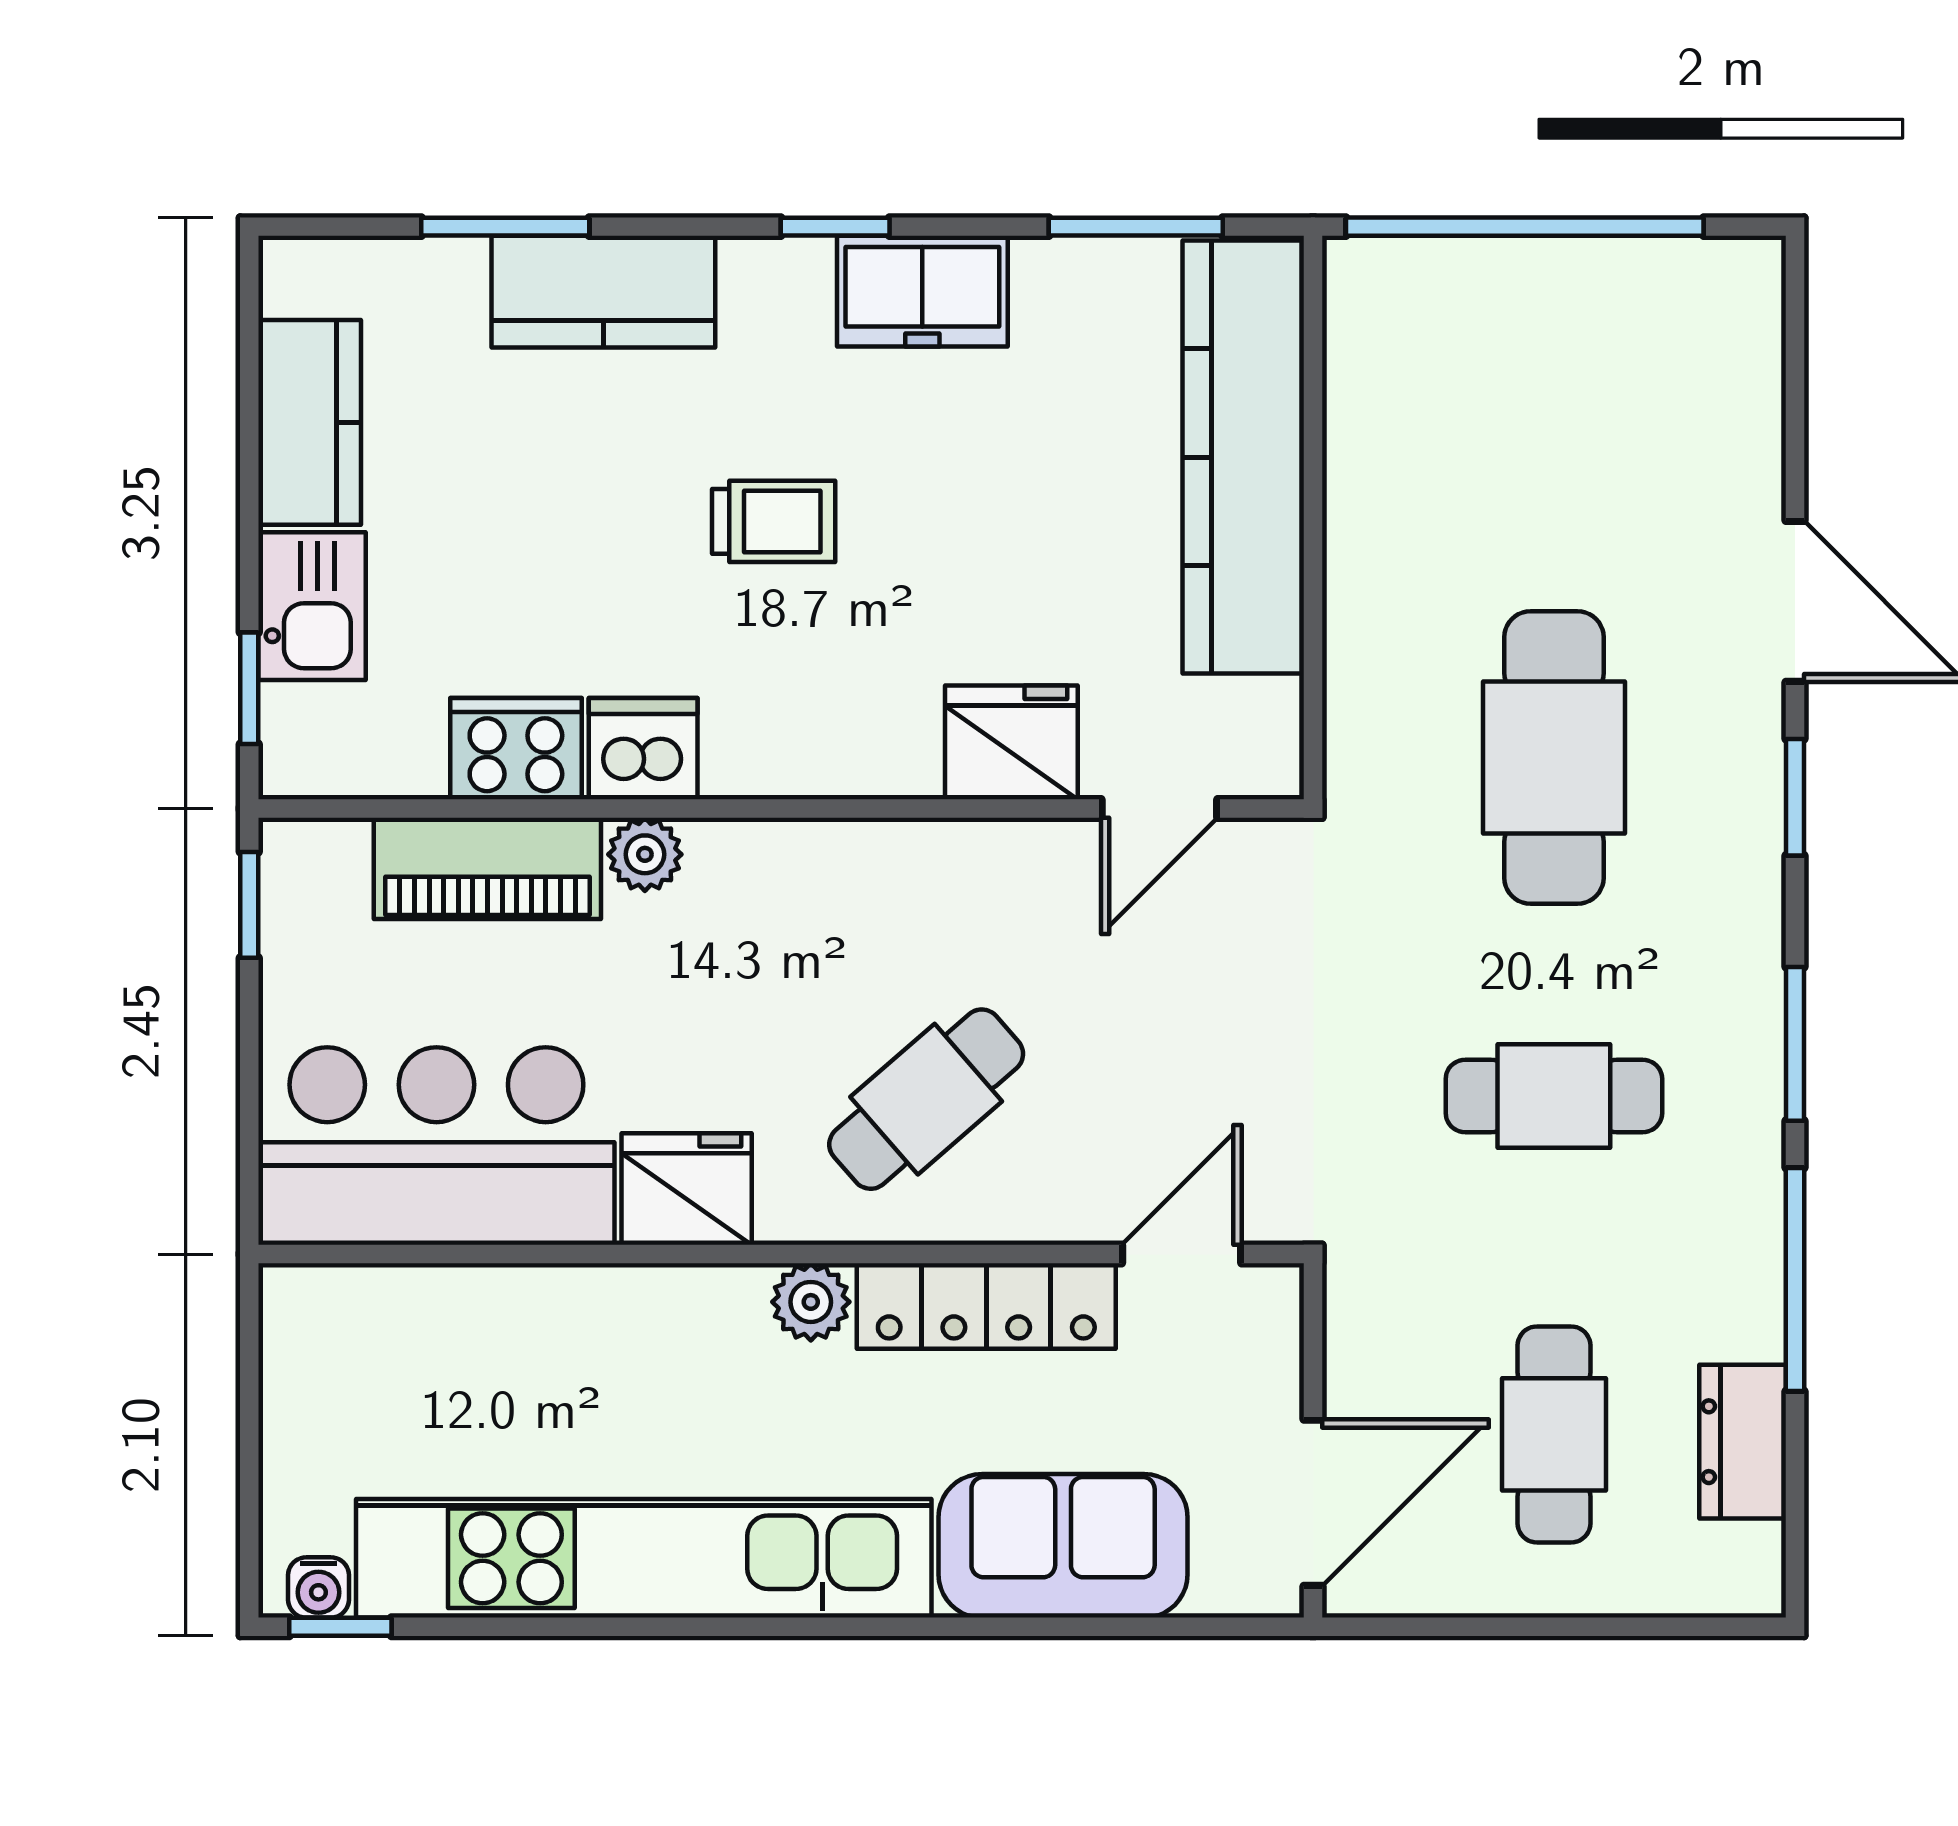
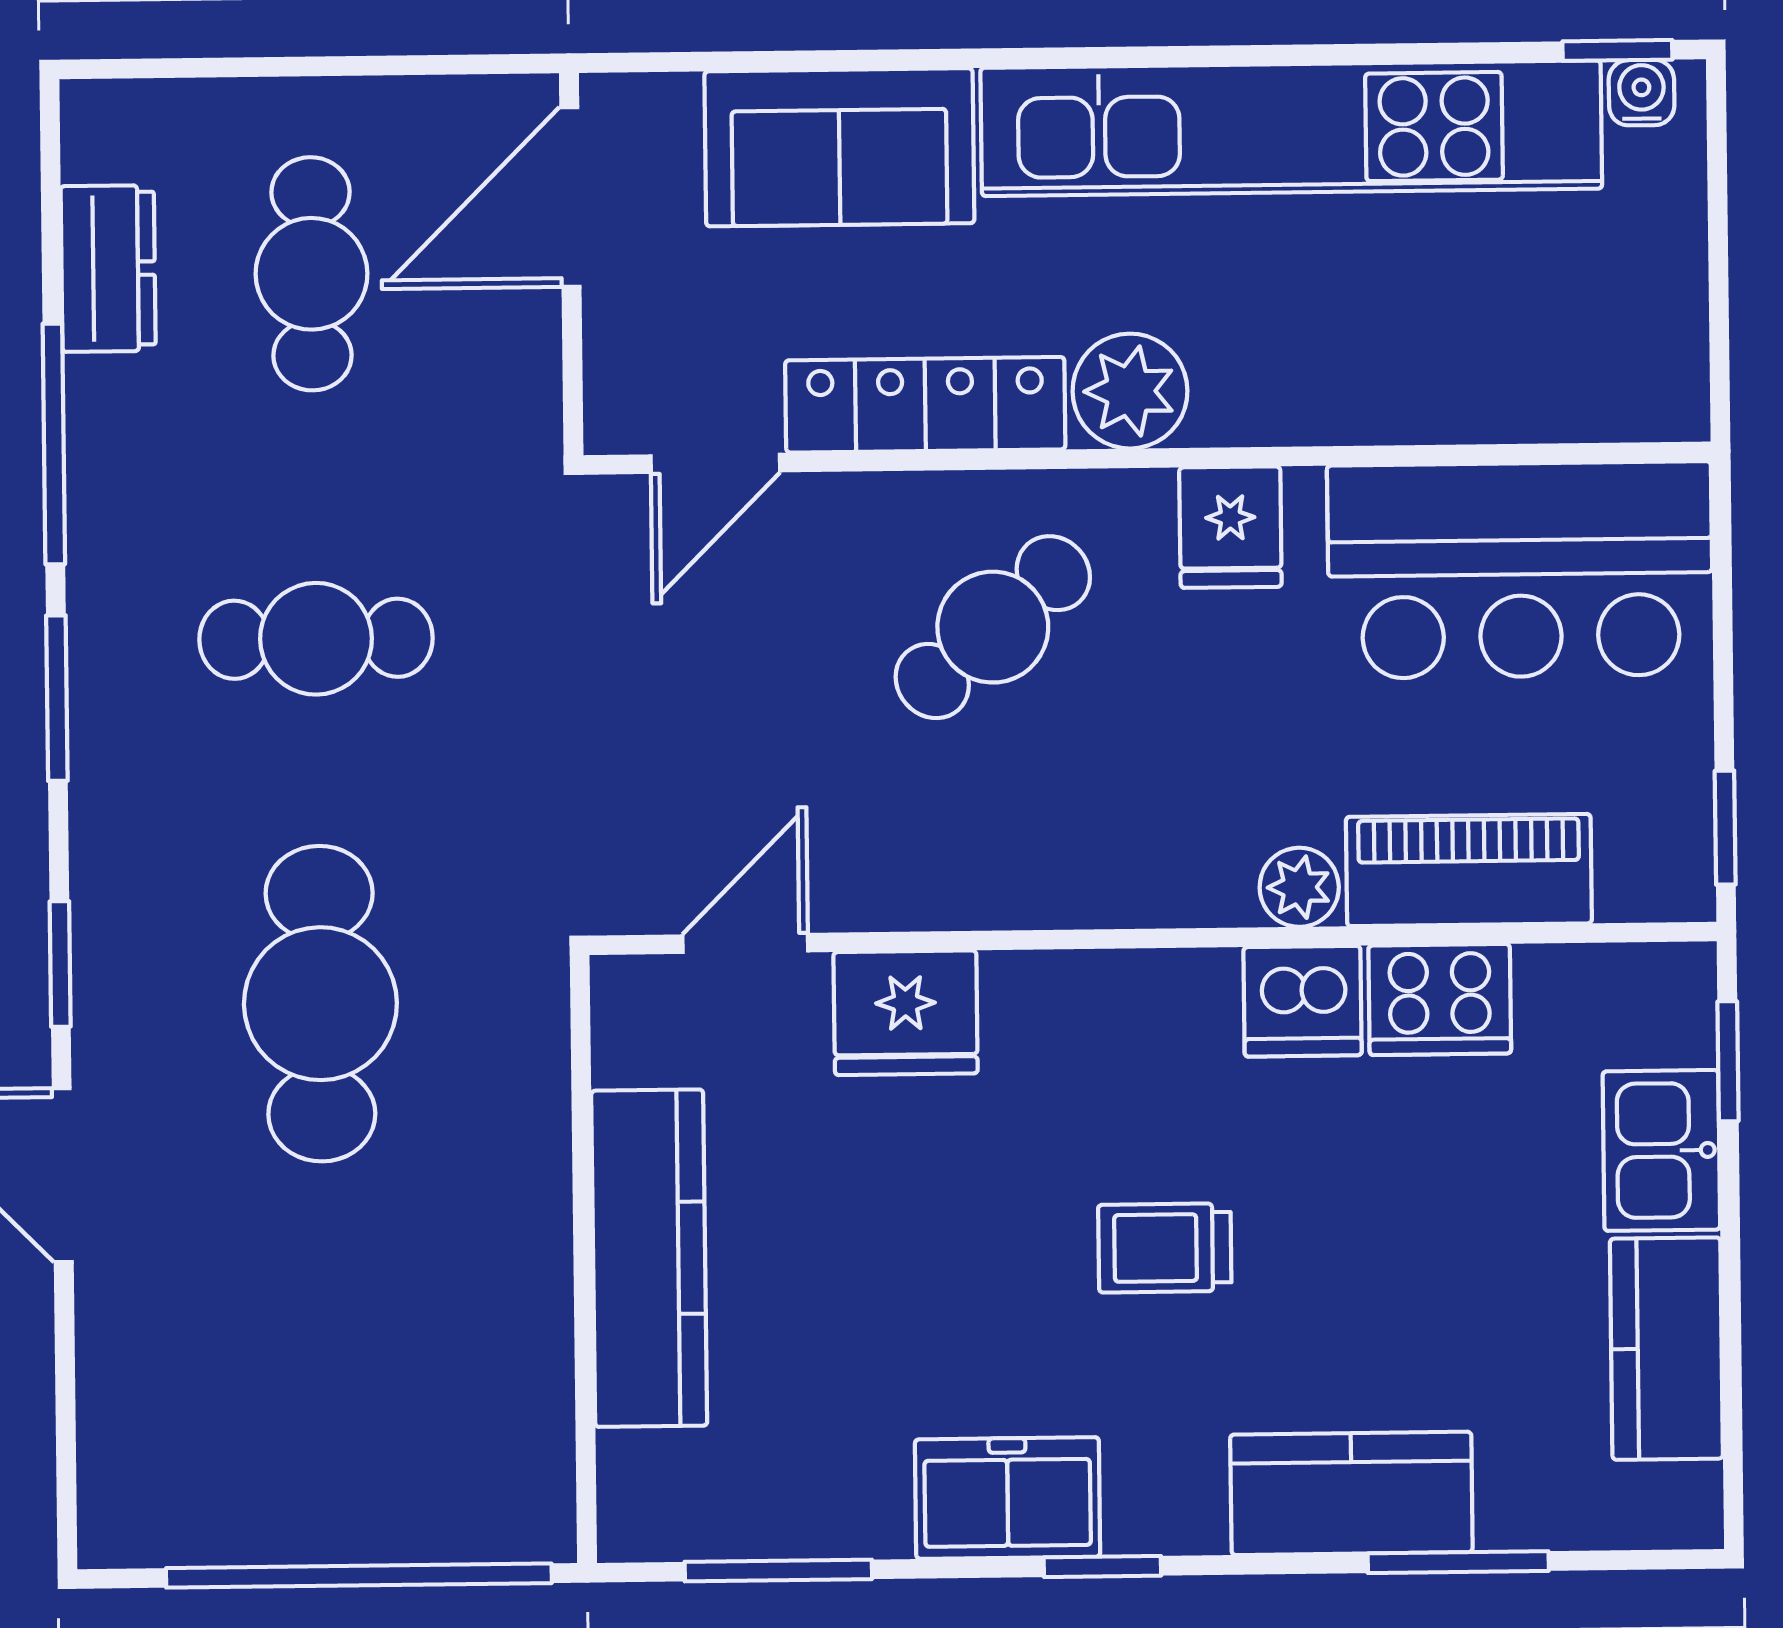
kitchen counter: (1243, 457) -> (649, 1258), width x0.72, depth x0.86
fridge: (687, 1189) -> (1230, 527), width x0.72
plant: (811, 1302) -> (1130, 391), width x1.38, depth x1.38

